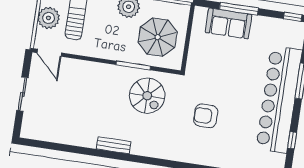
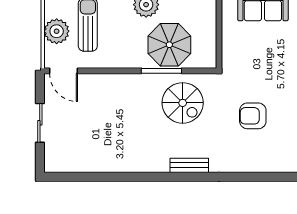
parasol: (158, 37) -> (169, 45), moved
bench: (114, 145) -> (189, 165), moved

